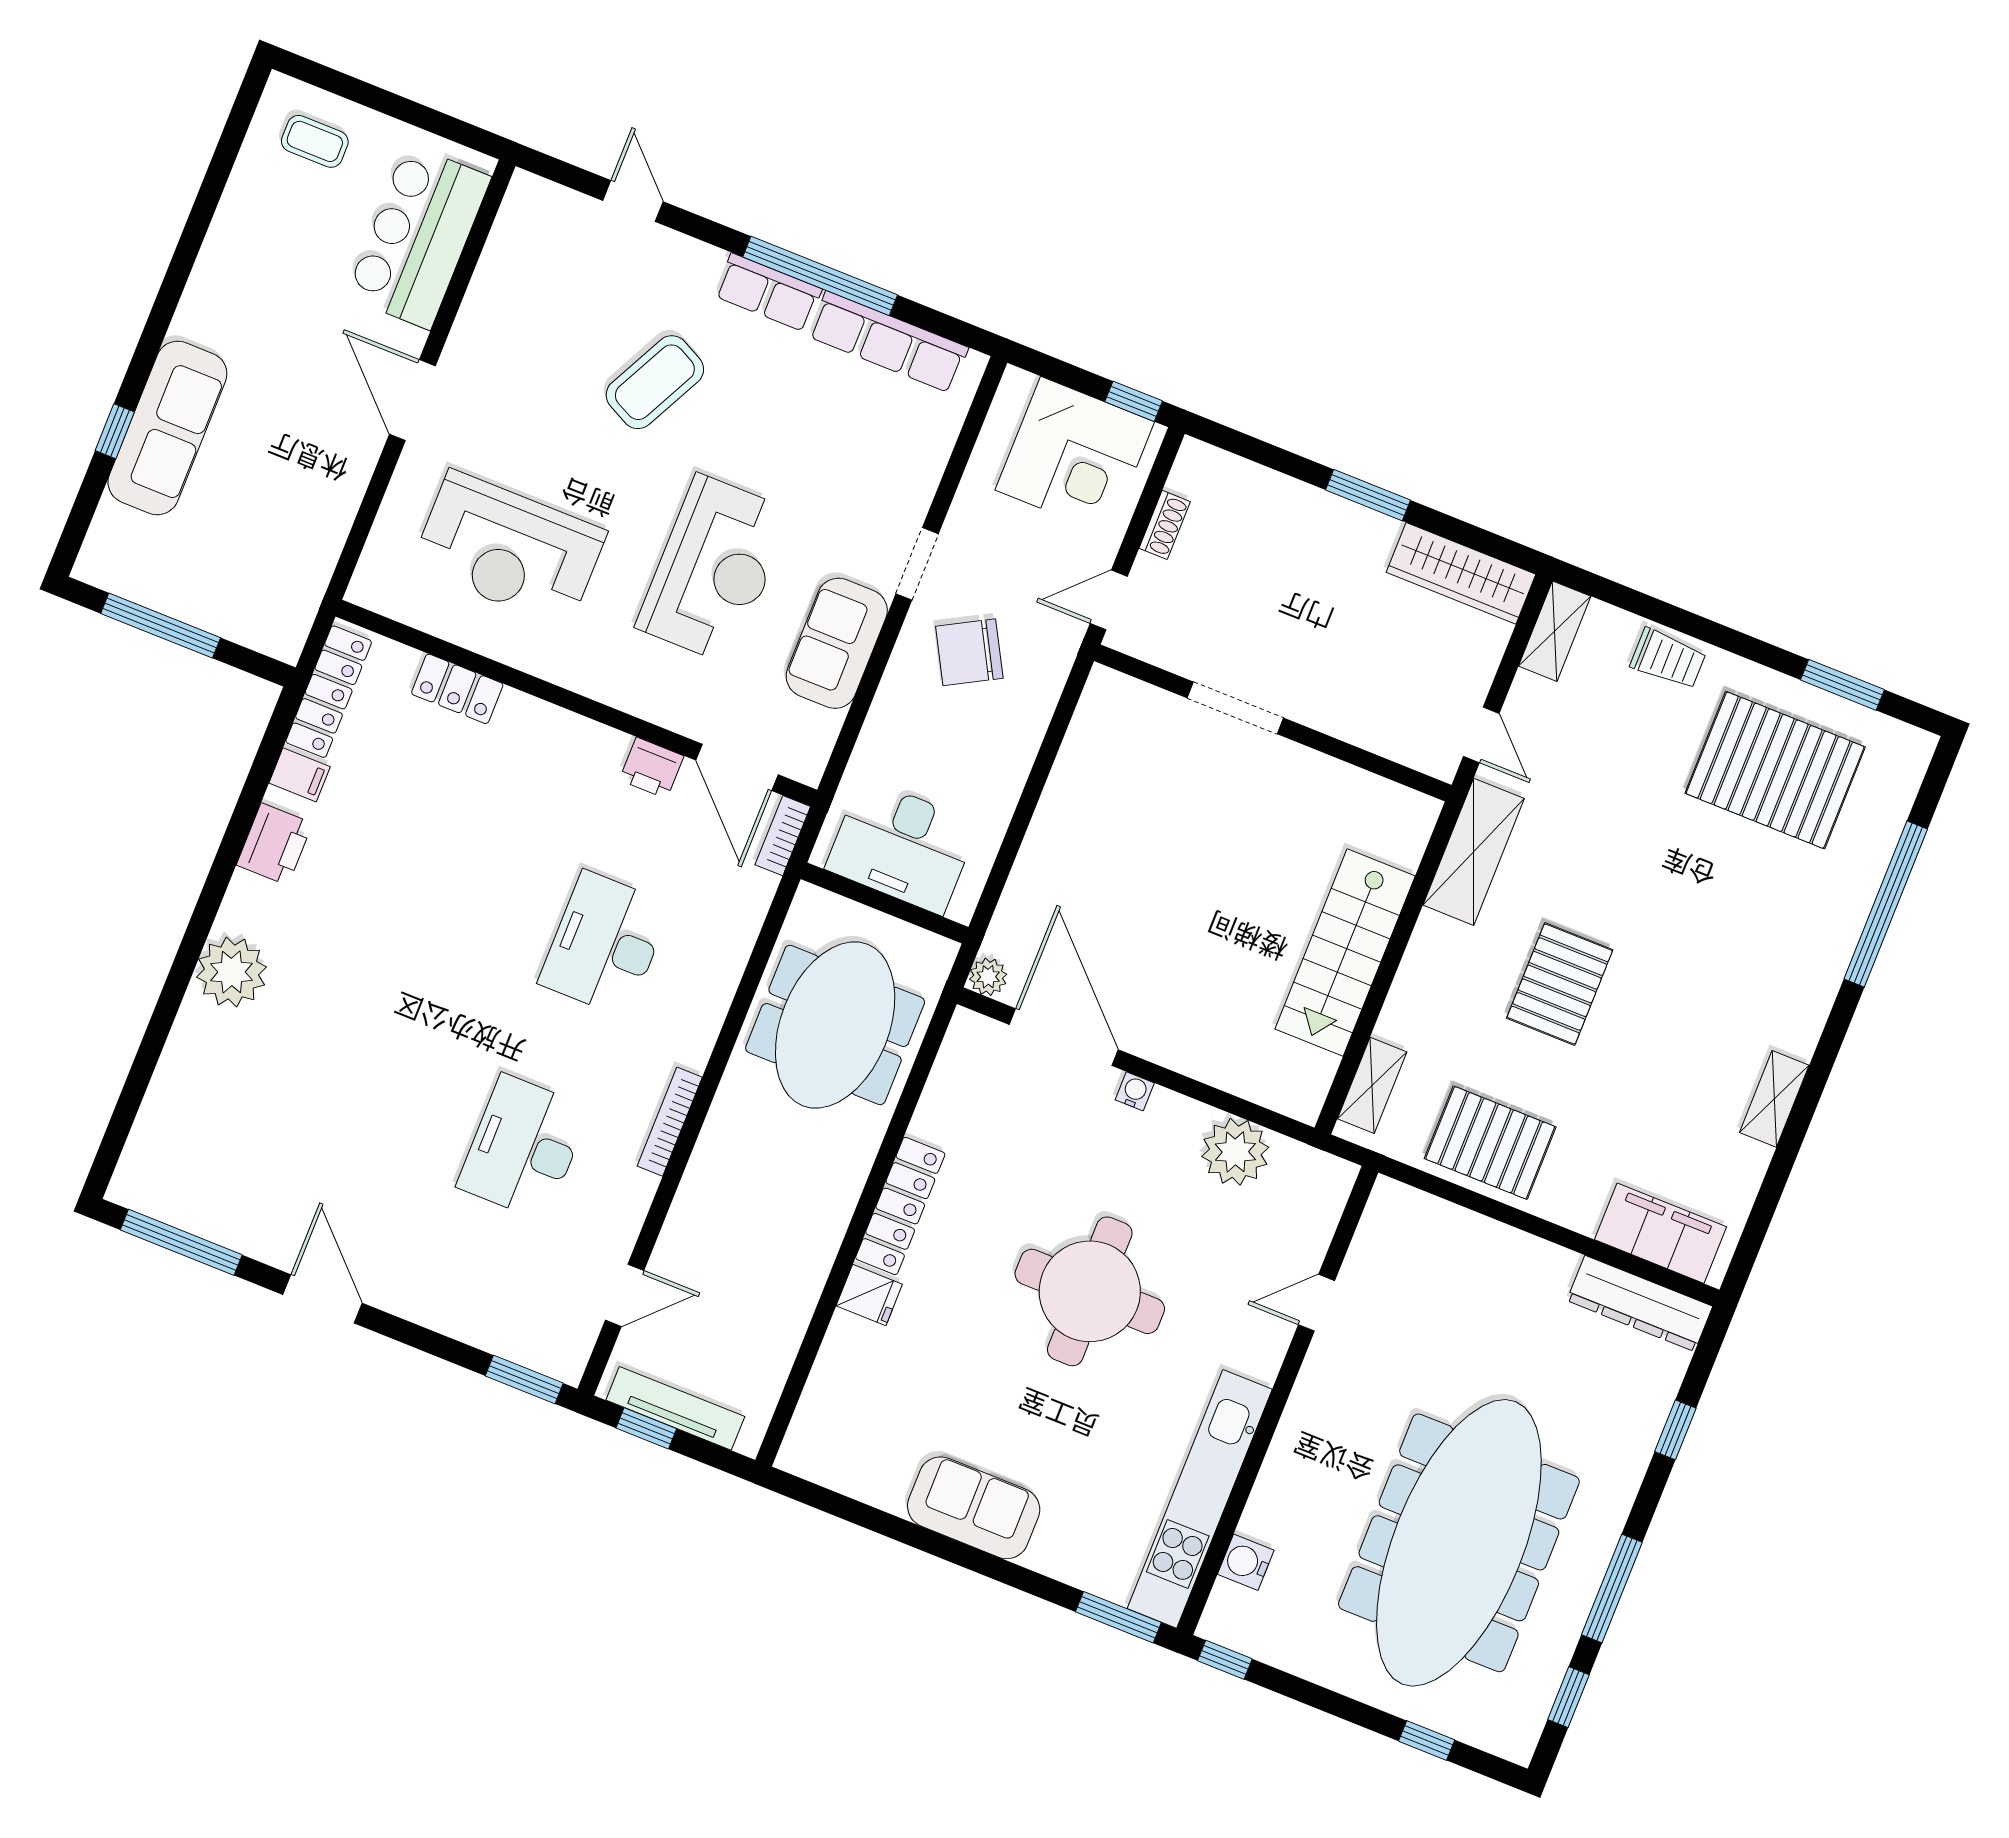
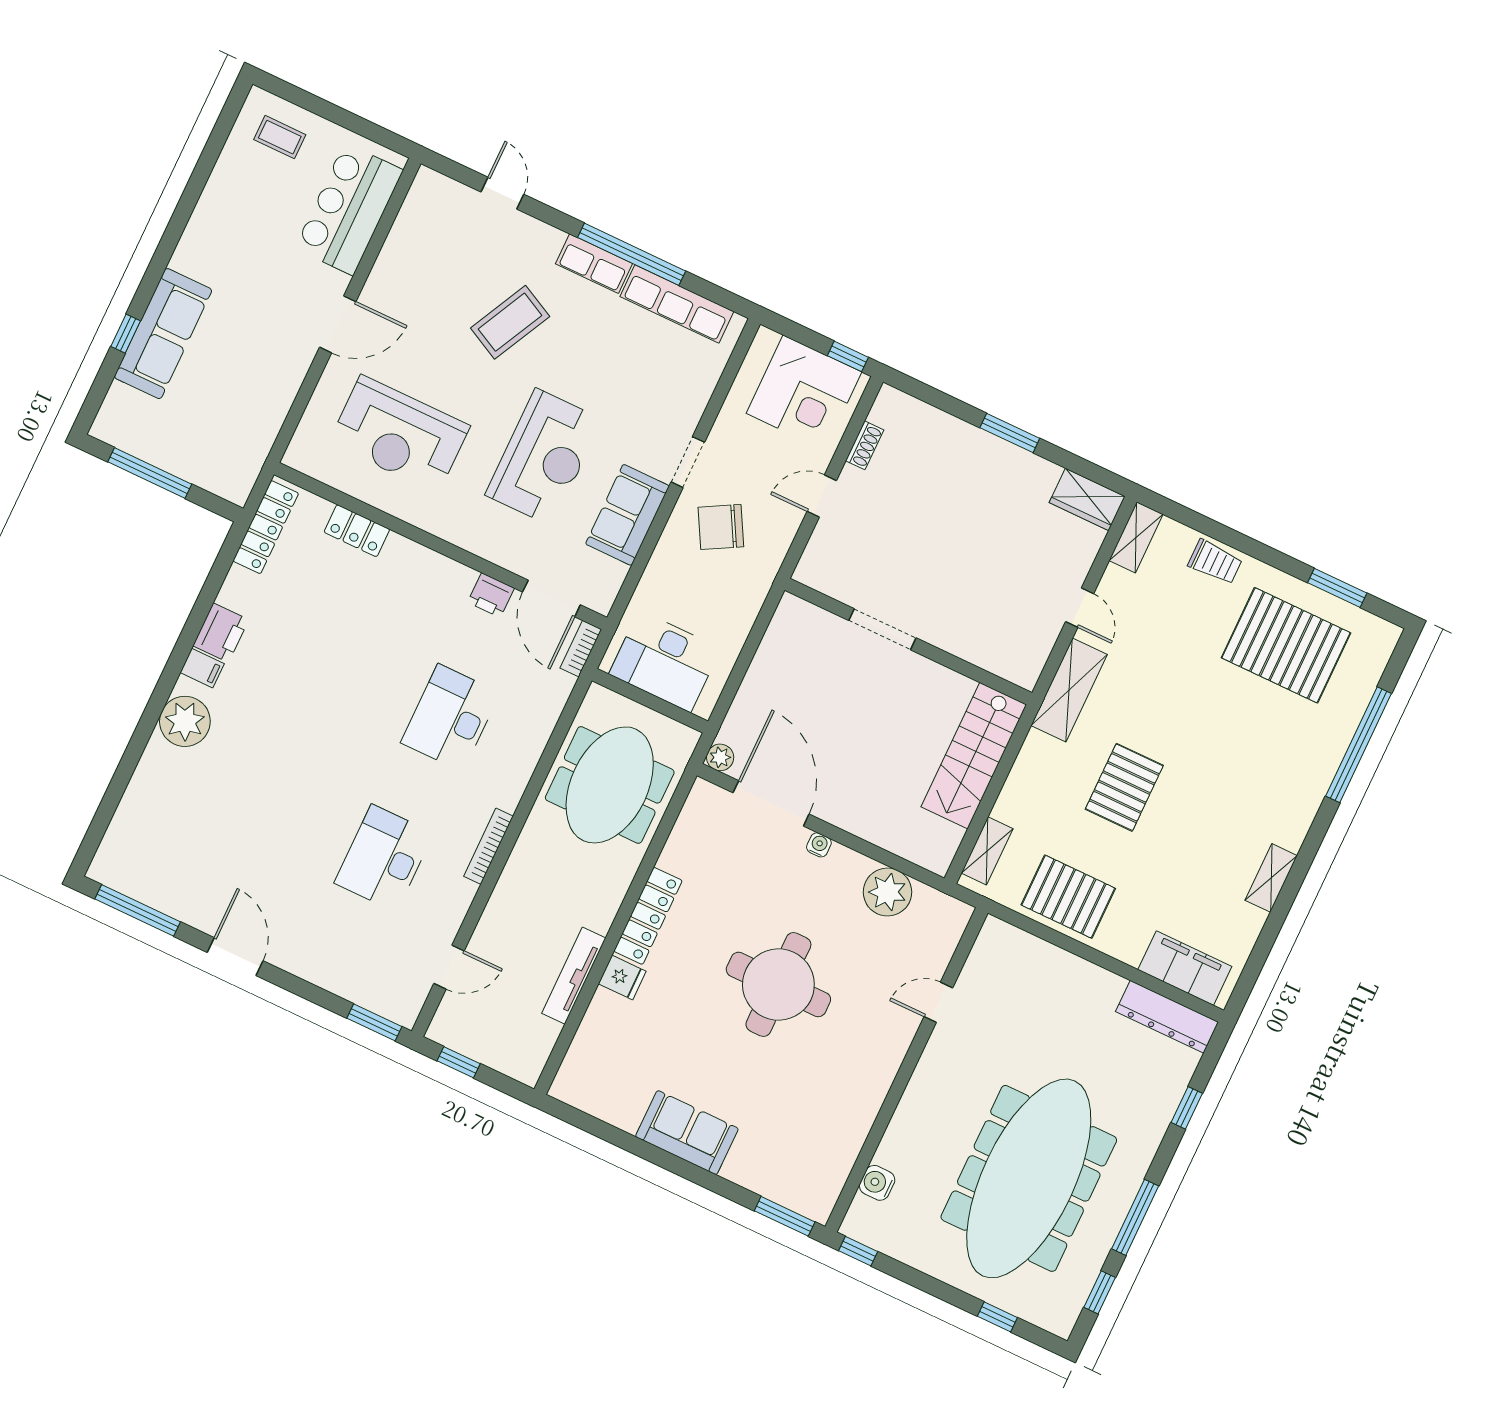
door: (412, 400) -> (338, 324), swing flipped
wardrobe: (1461, 573) -> (1087, 499), width x0.67
doorway: (1235, 708) -> (882, 629), moved
wall: (1273, 723) -> (908, 641), moved
filing cabinet: (300, 775) -> (202, 668), moved
tv unit: (675, 1408) -> (574, 976), moved, turned -90
kitchen unit: (1200, 1499) -> (847, 1136), removed

